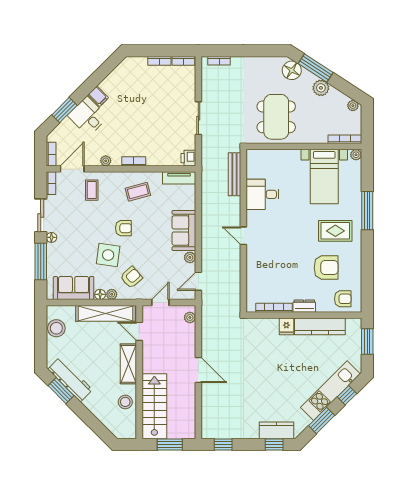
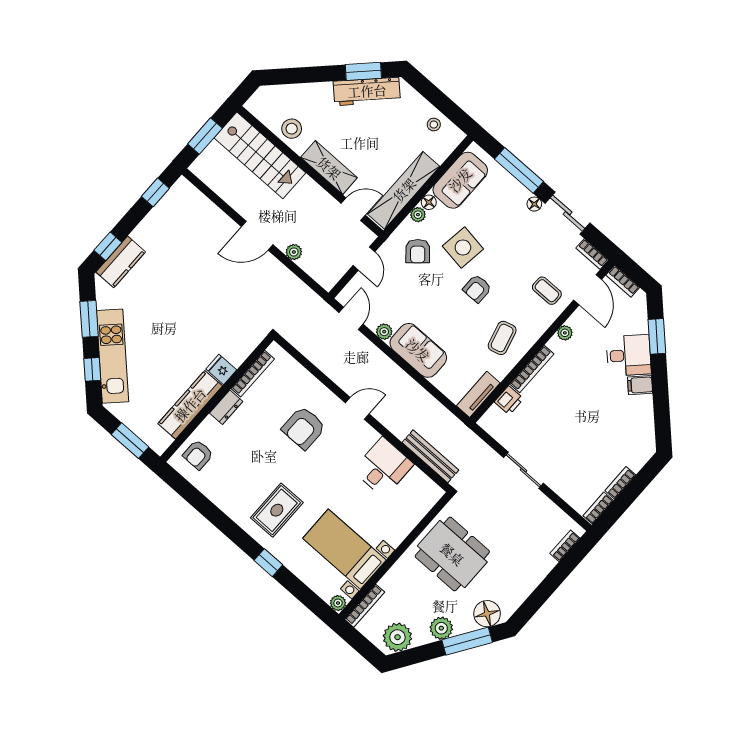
plant: (353, 106) -> (397, 637), width x1.88, depth x1.88
printer: (188, 158) -> (509, 400), moved, turned 90
bookcase: (134, 161) -> (532, 369), width x1.56
window: (367, 211) -> (268, 563), width x0.46
armchair: (326, 268) -> (304, 428), moved
plant: (190, 317) -> (294, 252), moved
stool: (56, 328) -> (434, 125), width x0.53, depth x0.53

